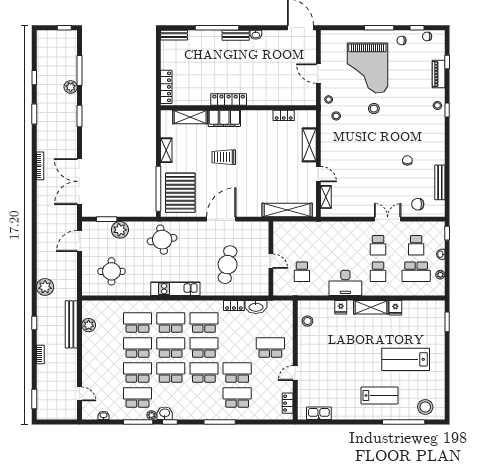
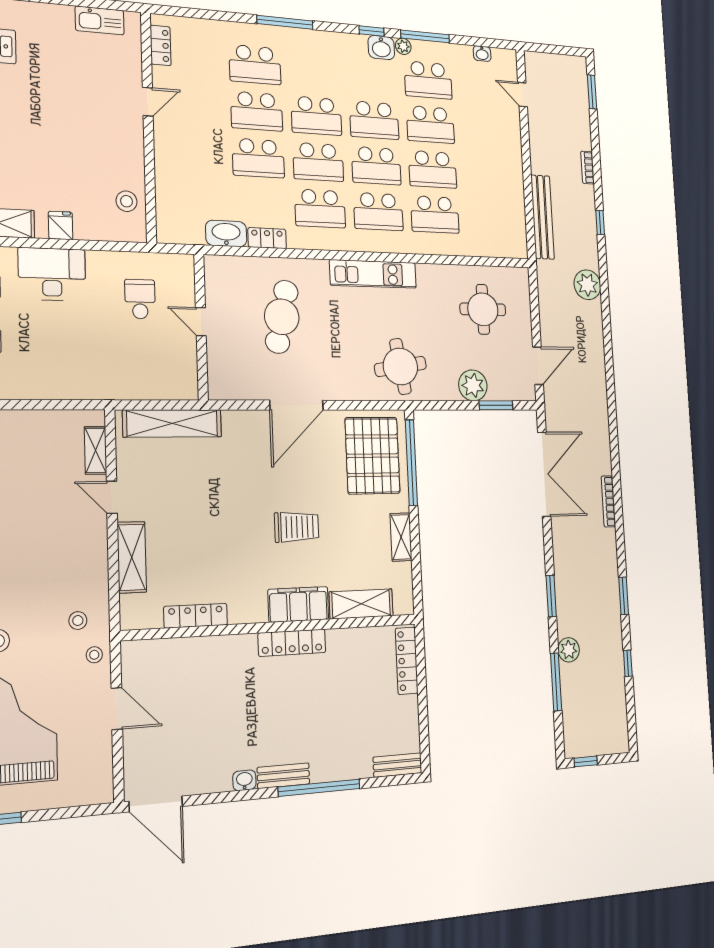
locker: (284, 115) -> (196, 616), width x1.53
plant: (89, 325) -> (515, 214), removed
school desk: (270, 348) -> (258, 158), moved

